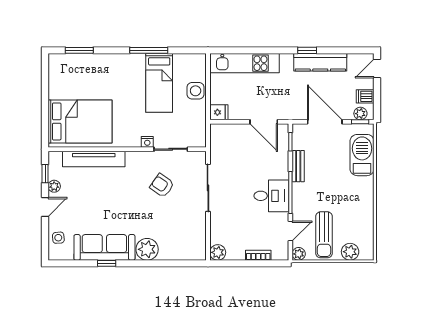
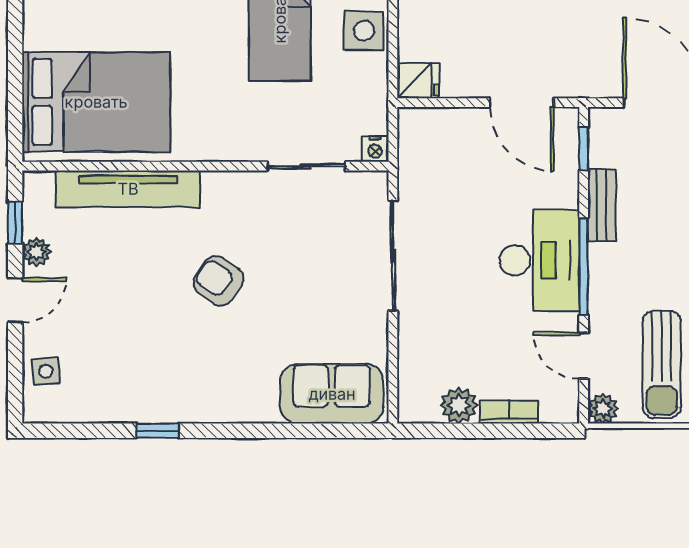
nightstand: (147, 142) -> (375, 149), moved
armchair: (162, 185) -> (218, 281), moved
desk: (271, 196) -> (540, 260), width x1.37
door: (290, 231) -> (584, 356), swing flipped
sofa: (104, 247) -> (332, 394), moved, width x0.73
plant: (147, 249) -> (252, 398), removed
plant: (218, 252) -> (459, 405), moved

